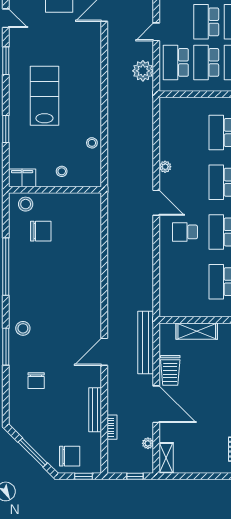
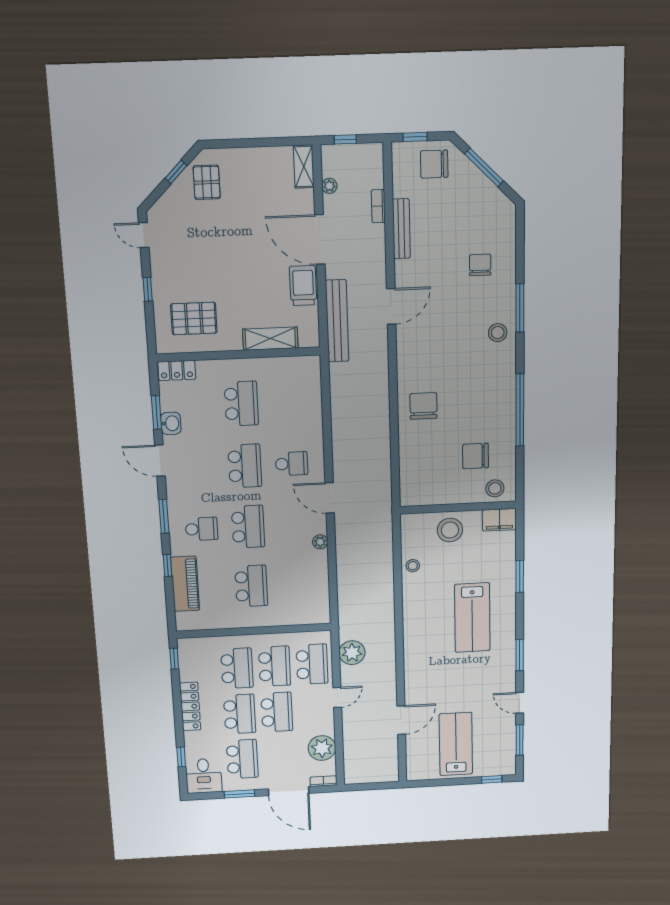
stool: (62, 171) -> (450, 530), width x1.89, depth x1.89
chair: (81, 273) -> (423, 406), added

